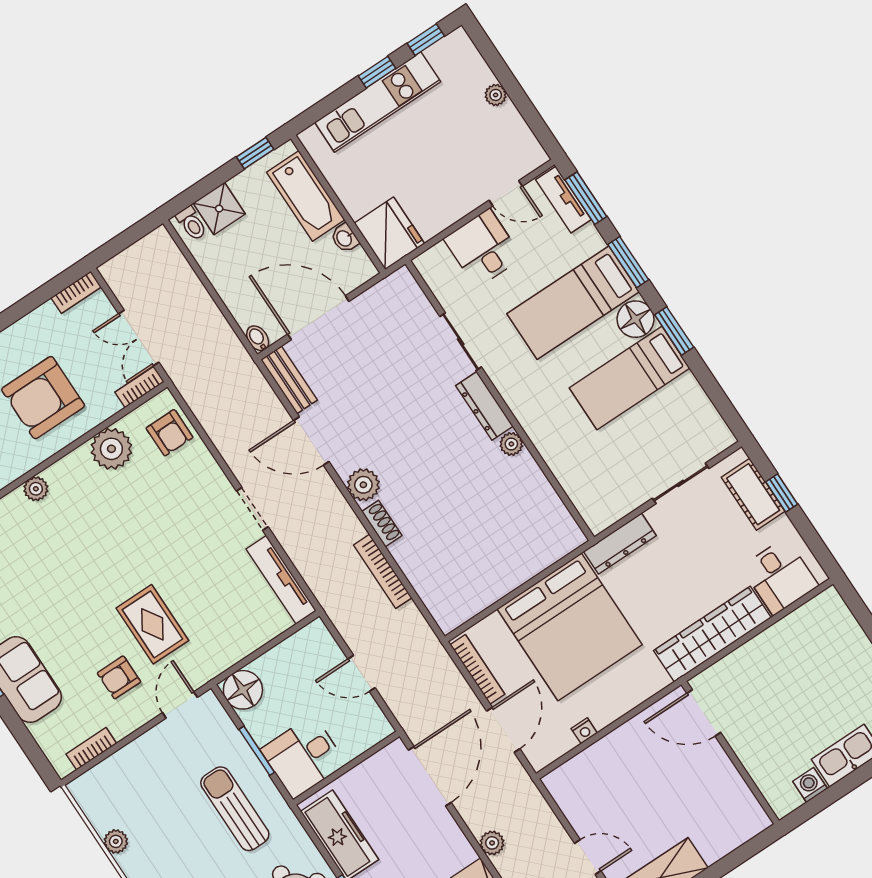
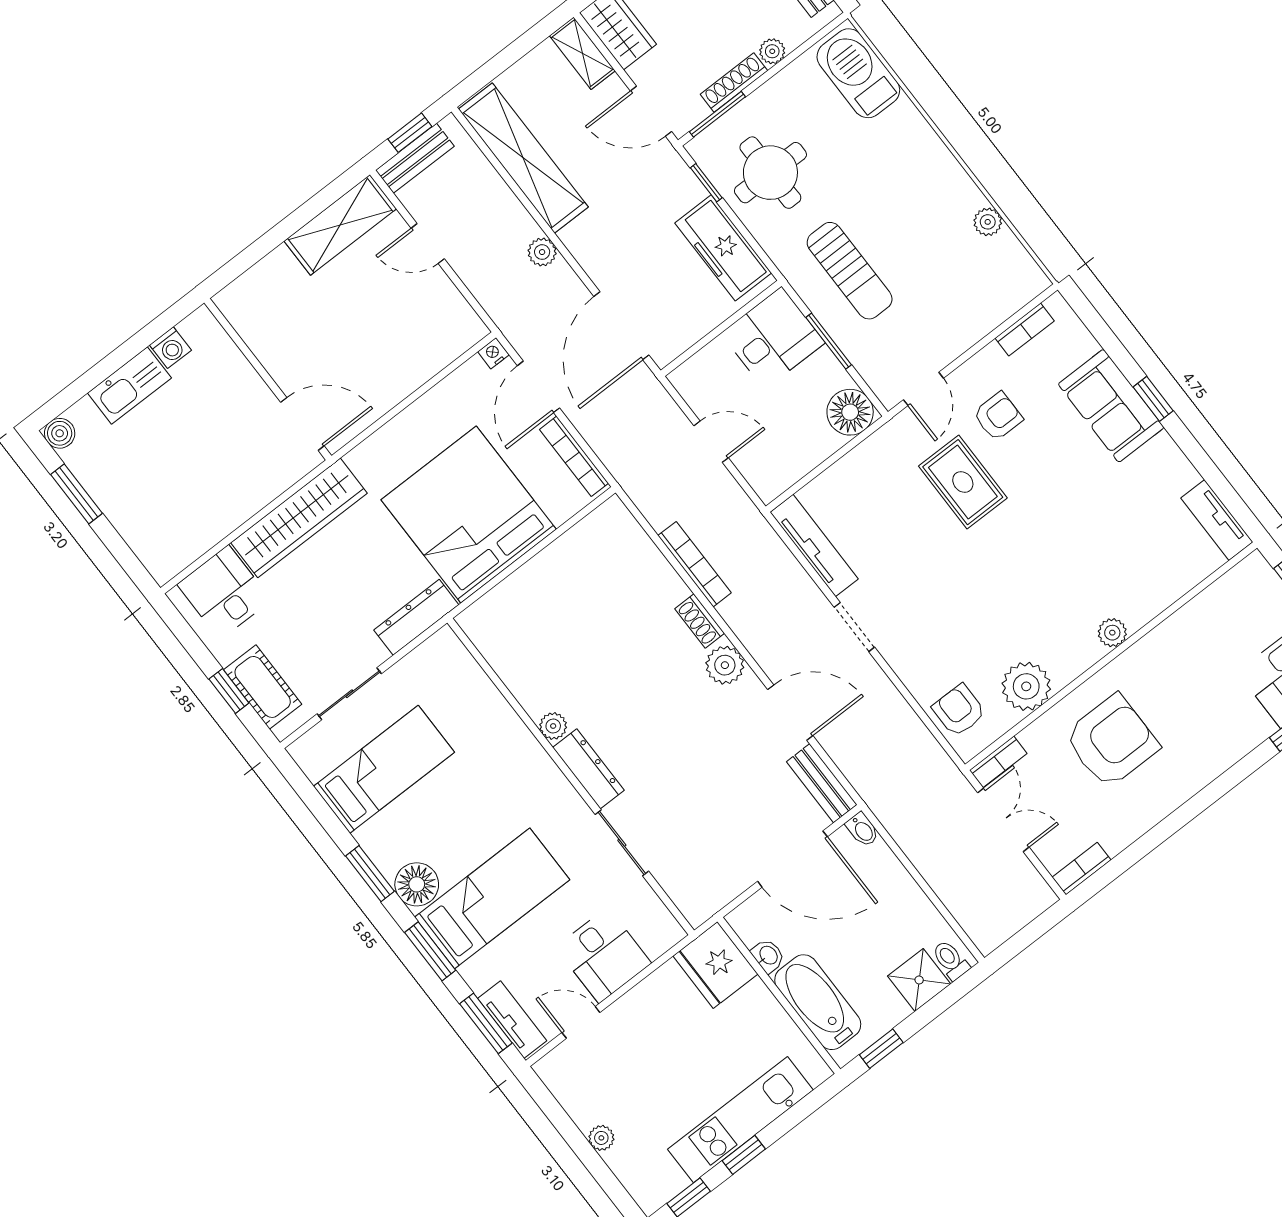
bed: (630, 378) -> (384, 769), moved
nightstand: (584, 731) -> (493, 353), moved

